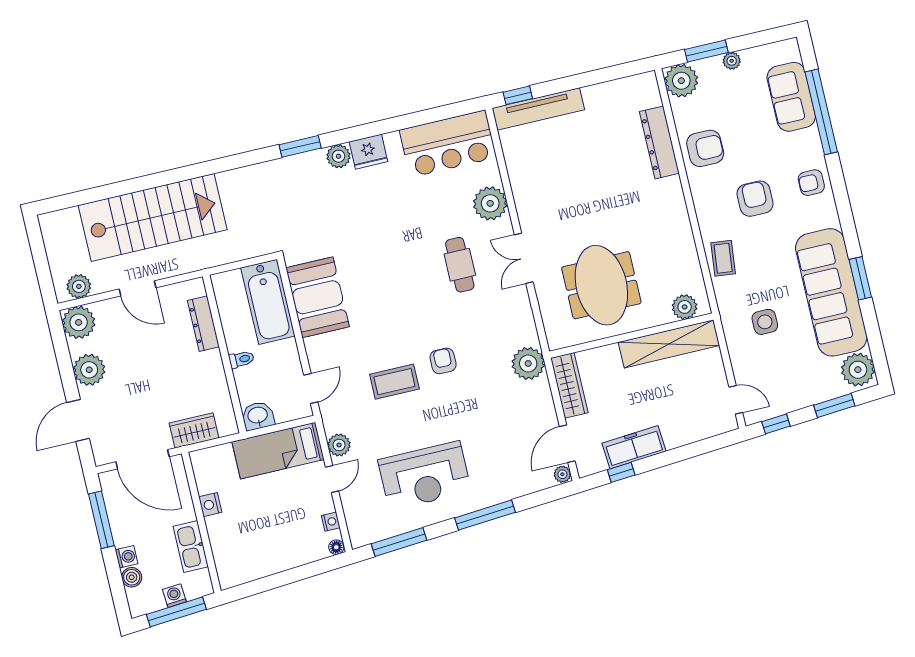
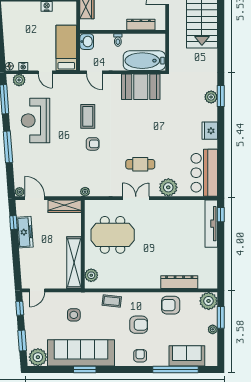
armchair: (705, 148) -> (171, 305), turned 90
plant: (339, 156) -> (211, 97), moved
plant: (528, 363) -> (85, 192), width x0.53, depth x0.53
plant: (339, 445) -> (19, 80), moved

